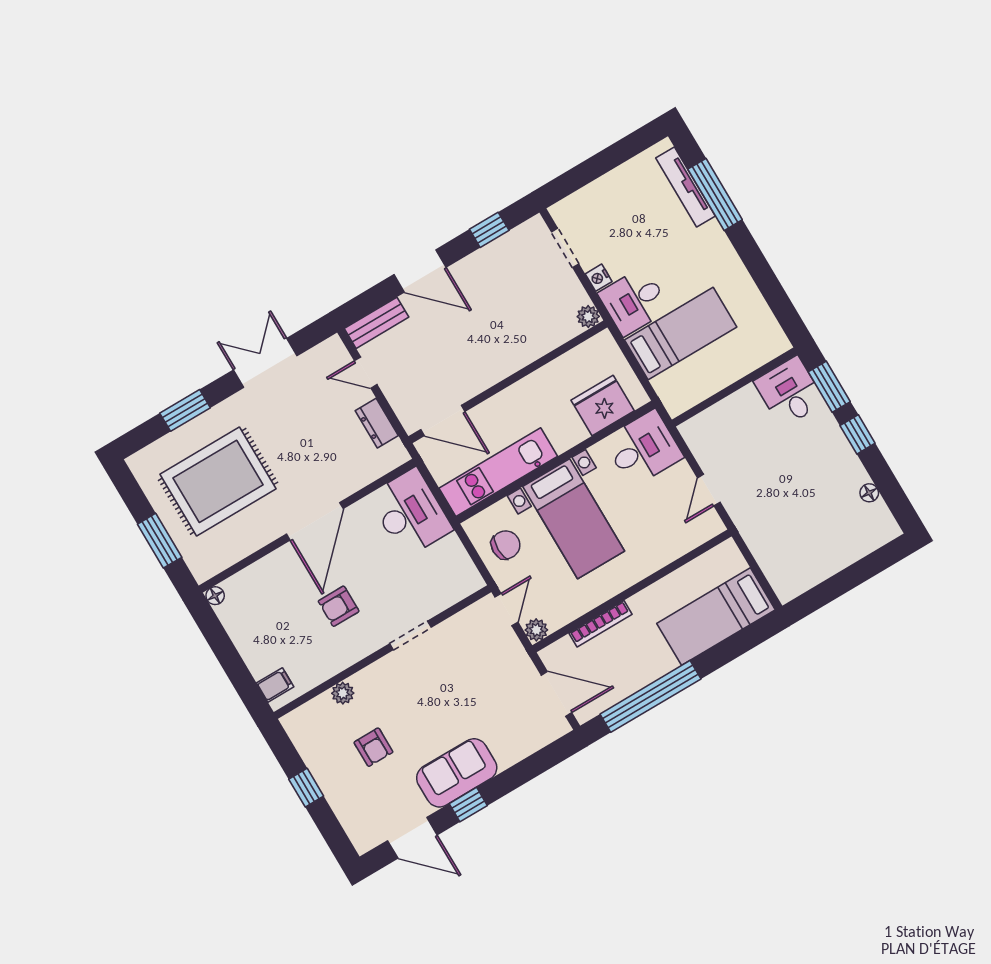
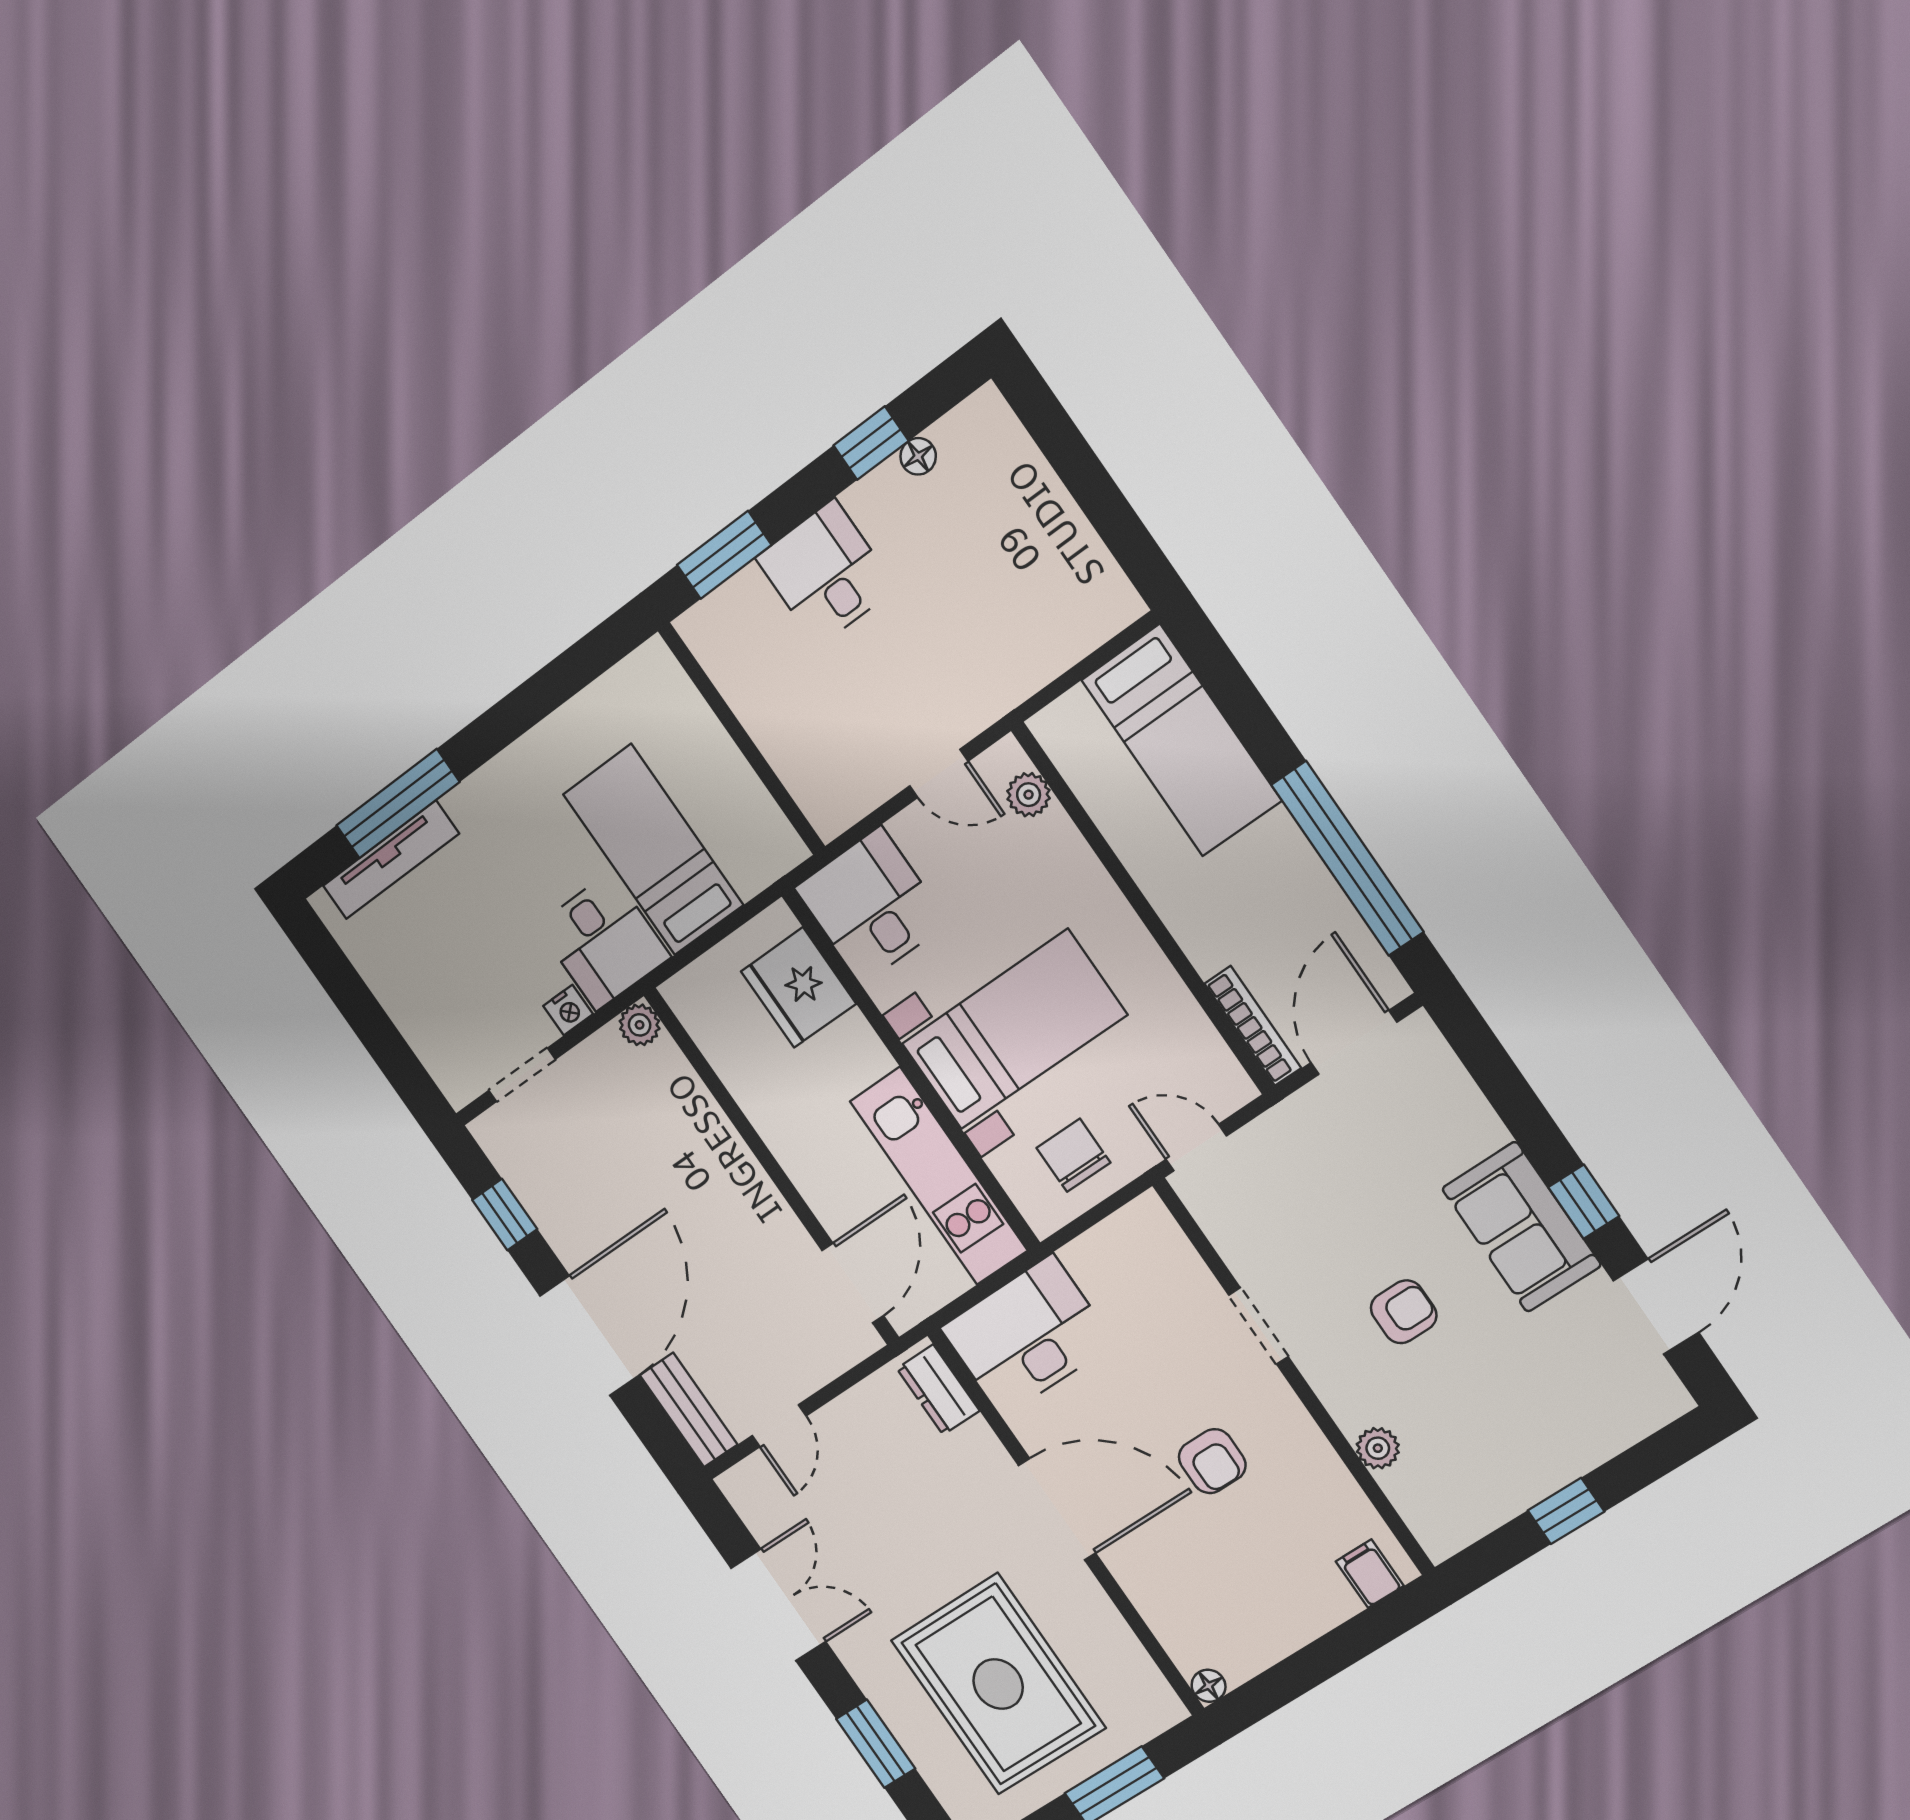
door: (420, 271) -> (590, 1336), width x1.36
double door: (265, 363) -> (778, 1605), swing flipped
desk: (789, 392) -> (826, 573), moved, turned 90
dresser: (377, 423) -> (938, 1390), moved, turned 90
window: (858, 434) -> (871, 443), moved
bookcase: (600, 624) -> (1253, 1026), moved
plant: (536, 630) -> (1029, 795), moved
armchair: (373, 747) -> (1404, 1312), moved

